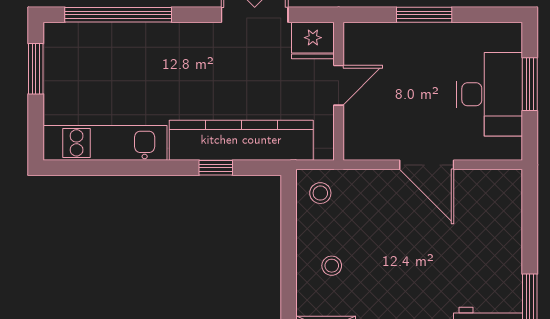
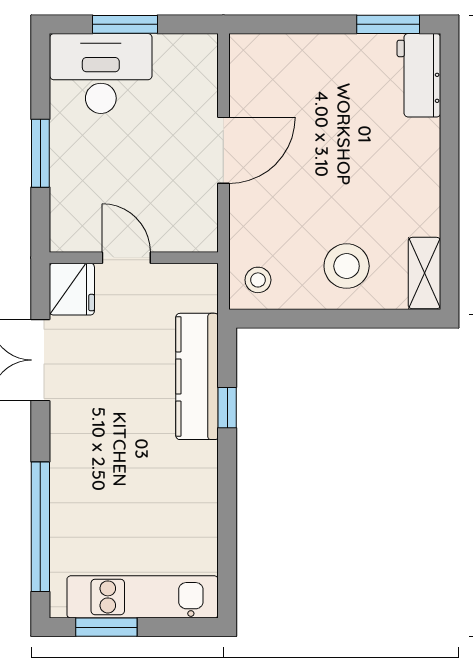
desk: (490, 94) -> (101, 73), moved
kitchen counter: (241, 140) -> (197, 376), width x0.72, depth x0.86
kitchen unit: (105, 143) -> (143, 597), moved, turned 90
stool: (332, 266) -> (347, 266), width x1.89, depth x1.89

